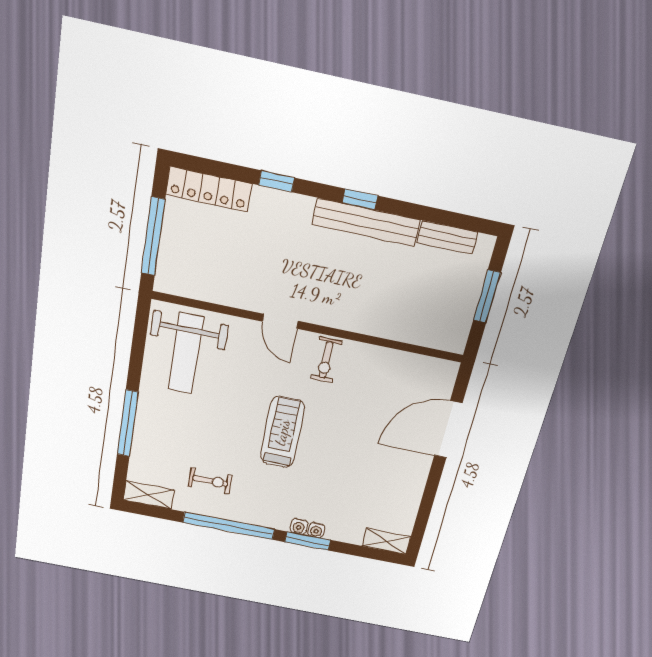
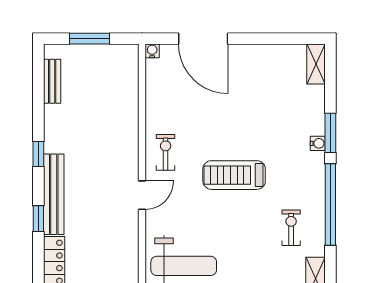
bench: (366, 222) -> (54, 194), moved
exercise bike: (326, 360) -> (166, 152), turned -90
water cooler: (316, 530) -> (152, 51), moved, turned -90

